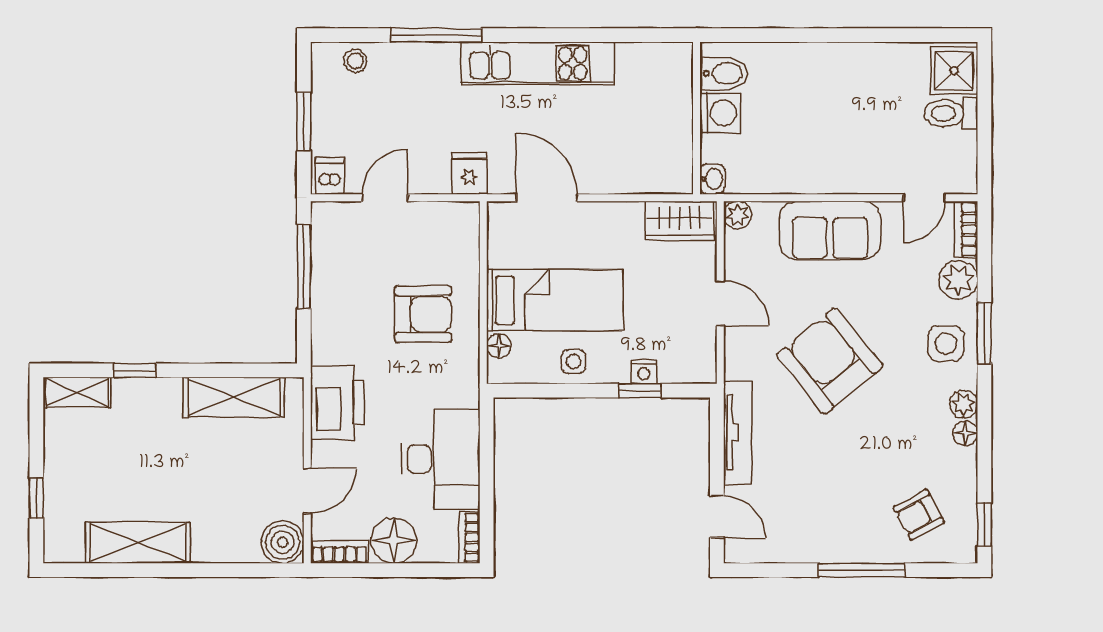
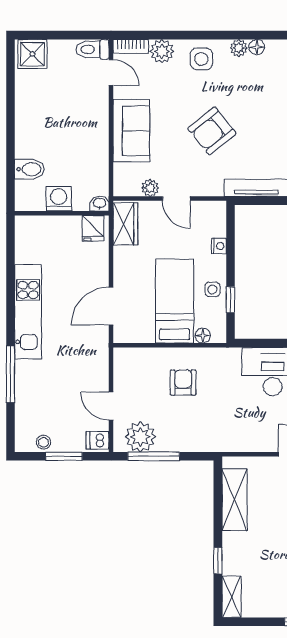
stool: (355, 61) -> (44, 442), moved
bidet: (724, 73) -> (29, 169), moved, turned 90
toilet: (951, 113) -> (92, 49), moved, turned 90
fridge: (469, 173) -> (93, 228), moved, turned -90
plant: (738, 215) -> (150, 188), moved
plant: (335, 245) -> (140, 437), added
door: (720, 303) -> (176, 199), swing flipped
armchair: (423, 314) -> (183, 383), width x0.72, depth x0.72
window: (984, 333) -> (195, 35), removed
armchair: (830, 361) -> (212, 131), width x0.73, depth x0.73
window: (640, 391) -> (230, 300), moved
printer: (337, 403) -> (238, 436), removed

